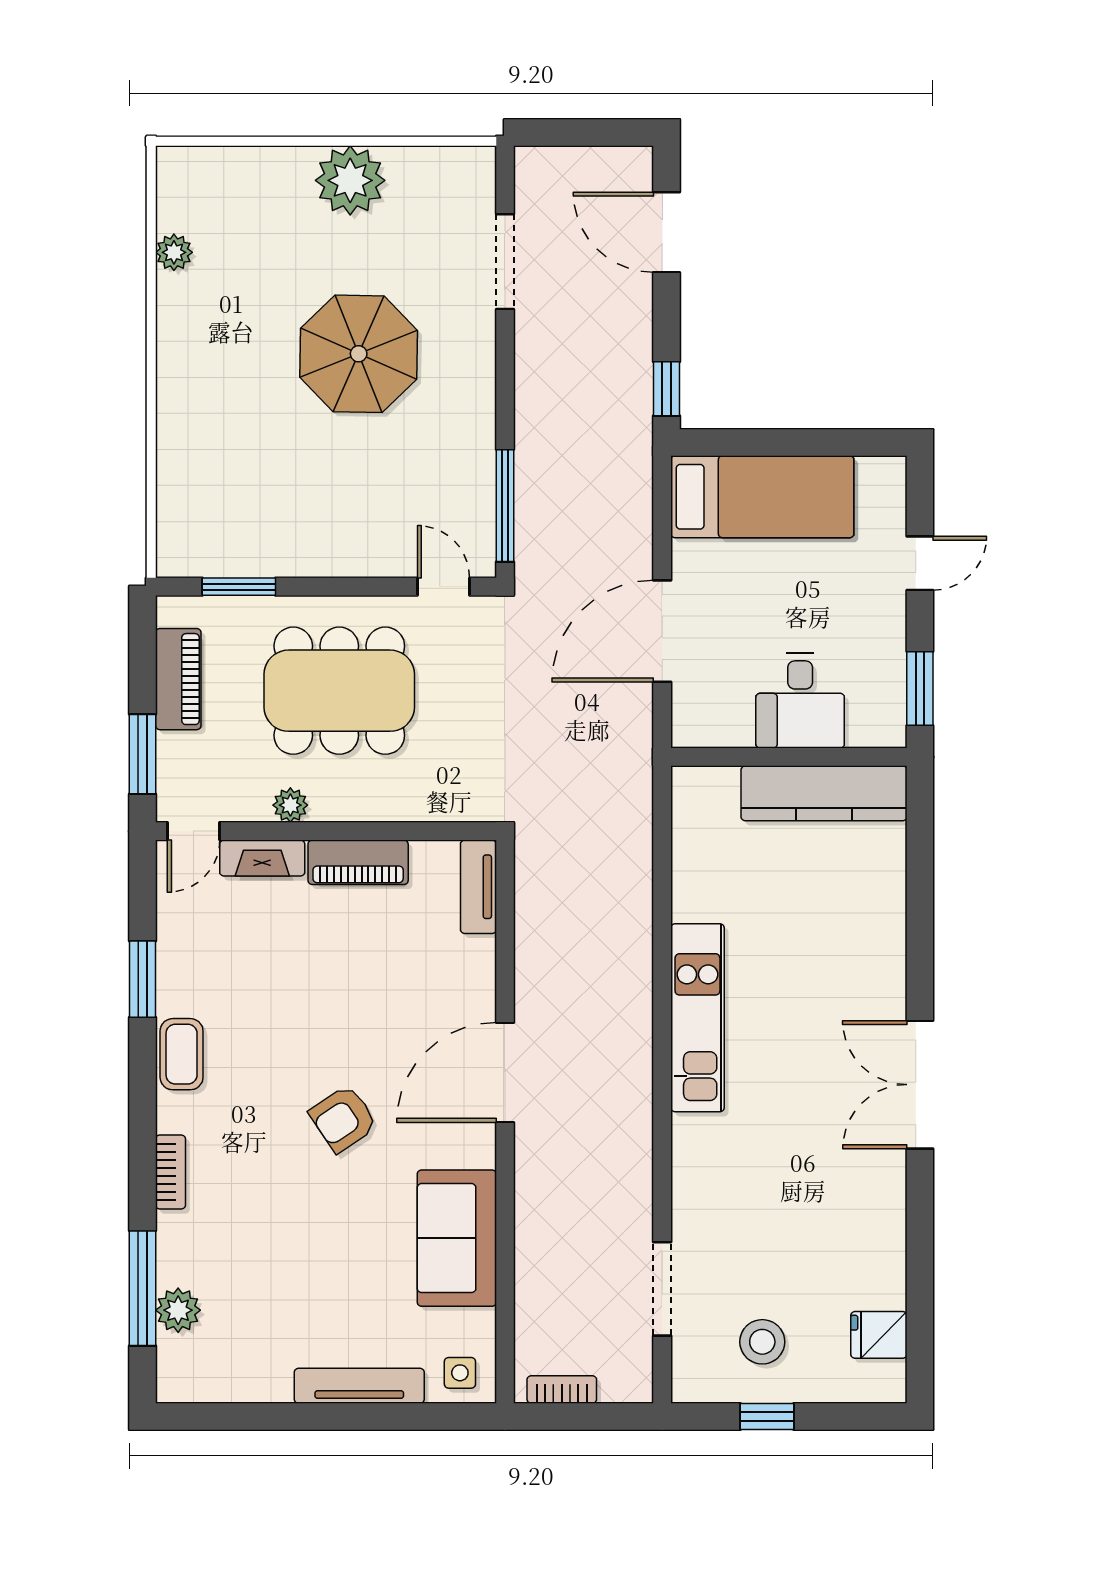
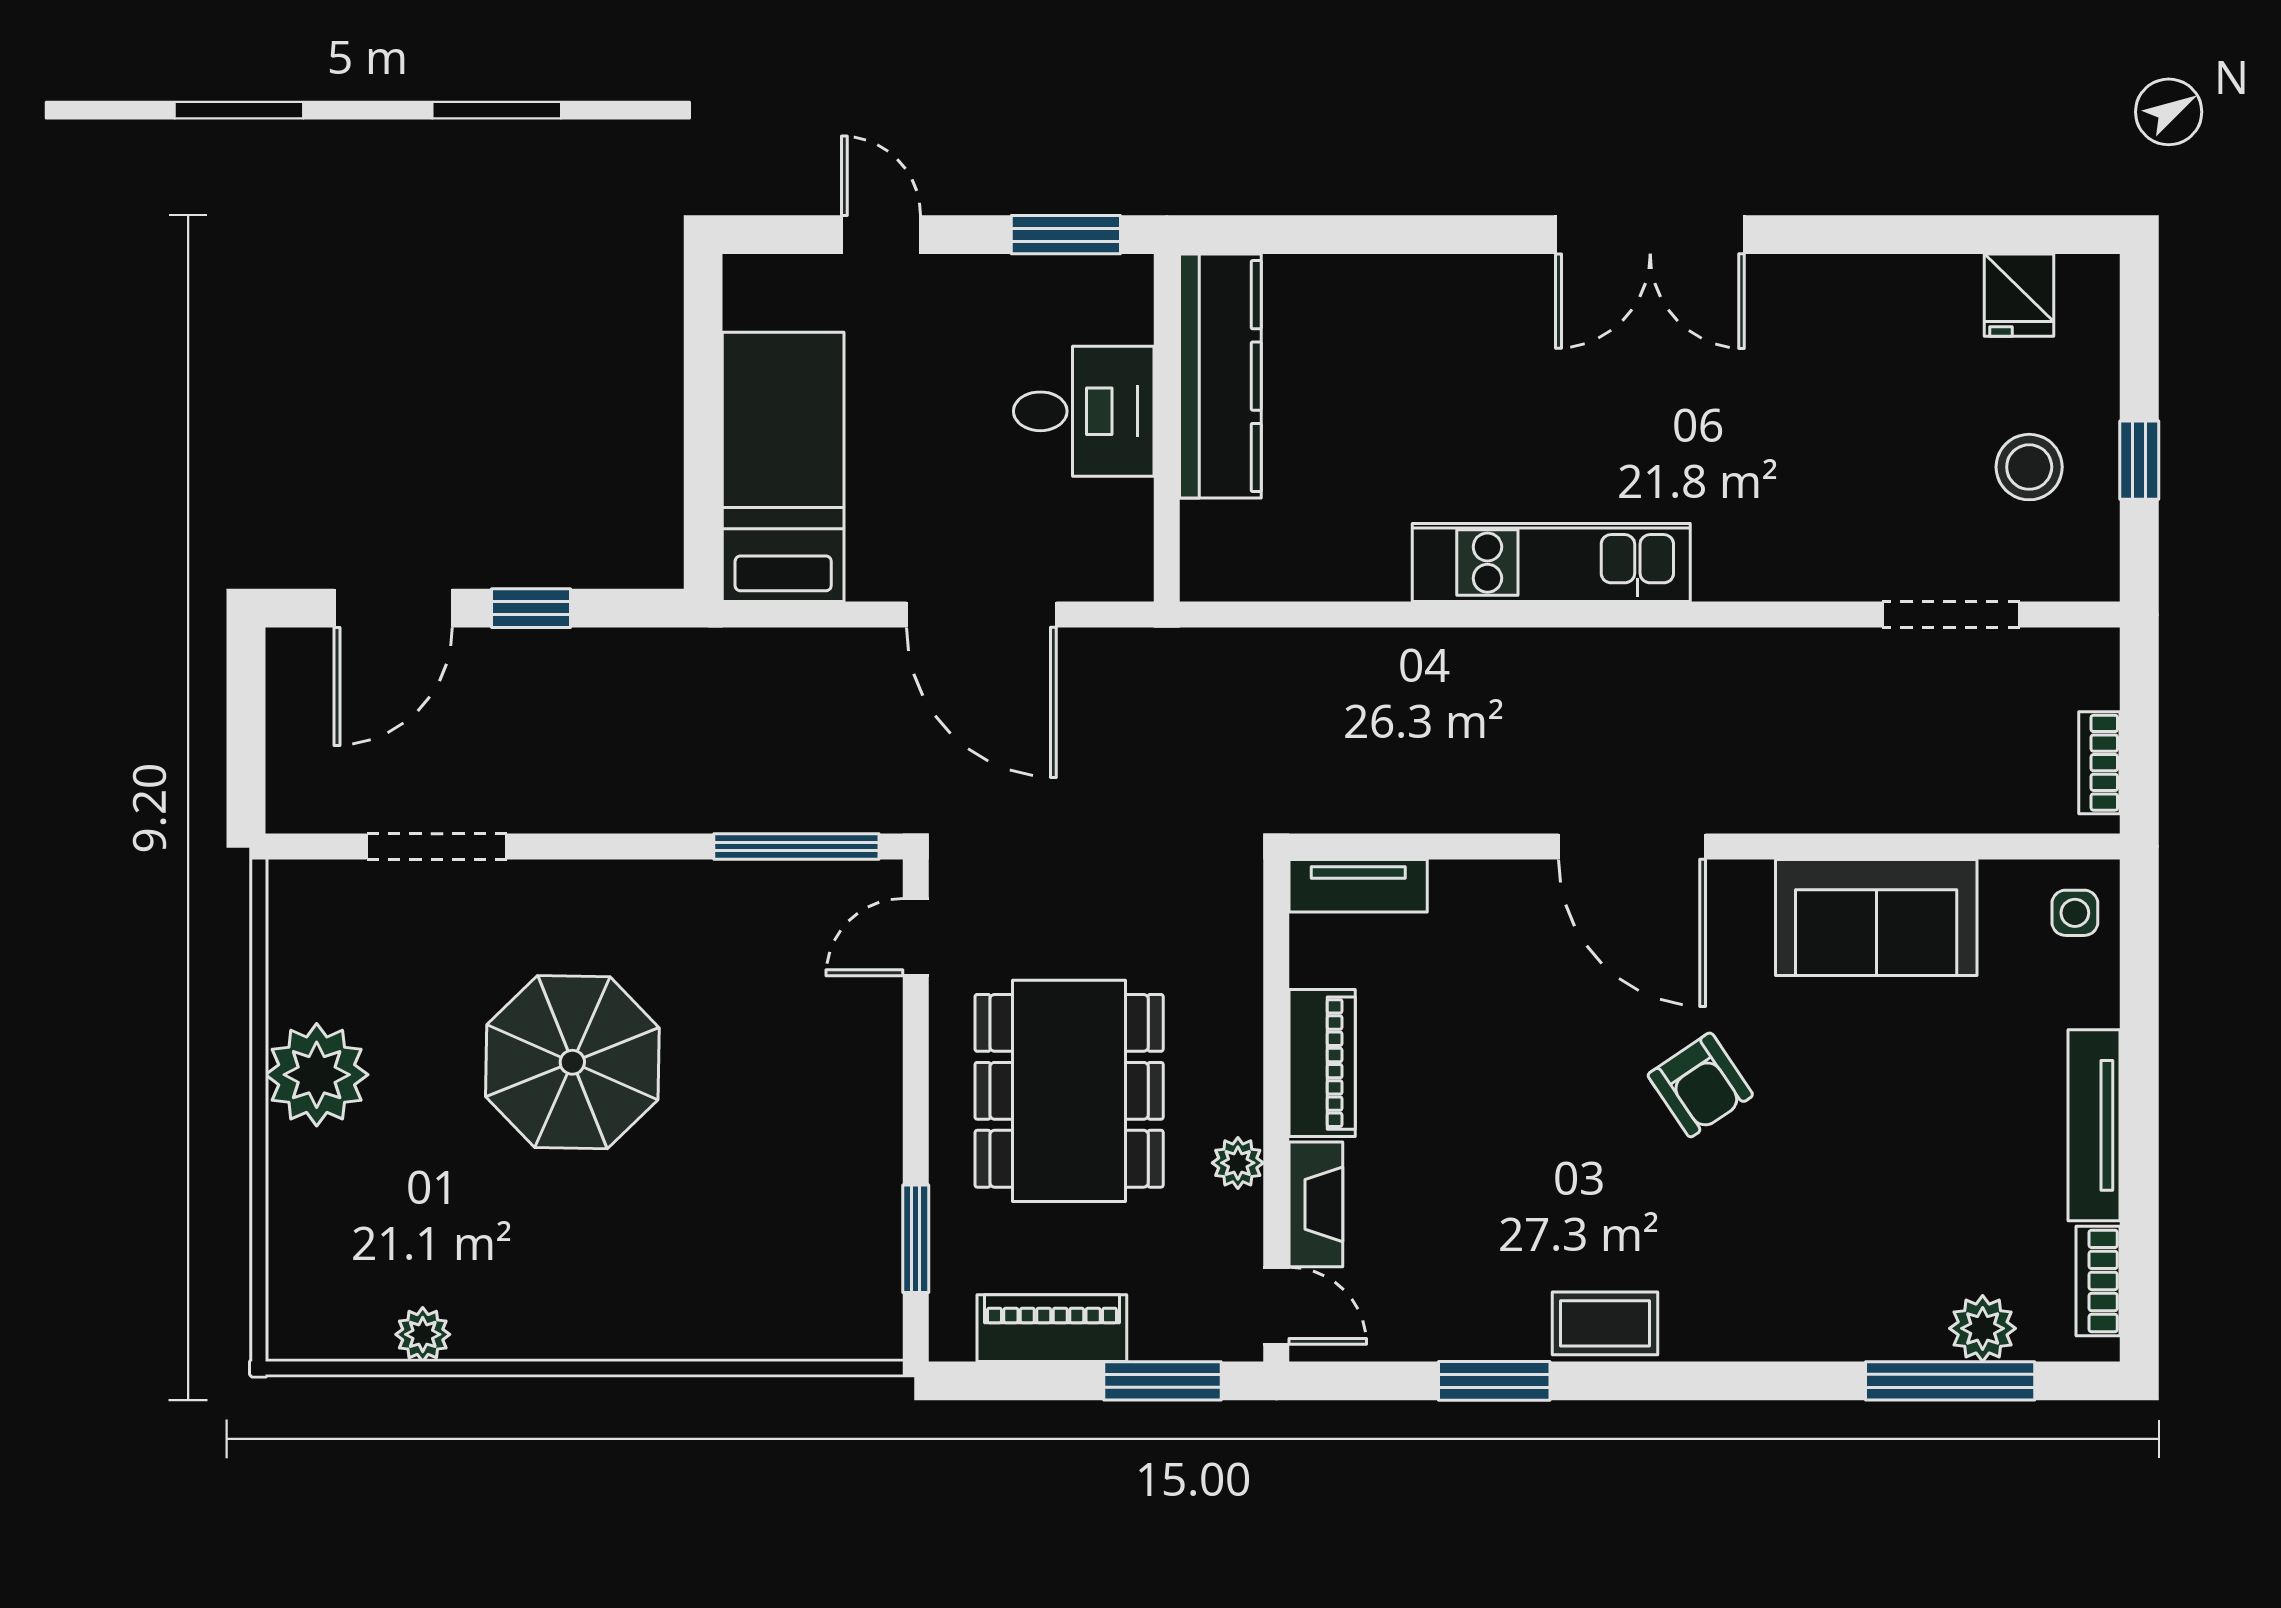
window: (667, 389) -> (531, 608), moved
bookcase: (170, 1172) -> (2098, 1281), moved, turned -90
tv unit: (359, 1386) -> (2094, 1125), moved

